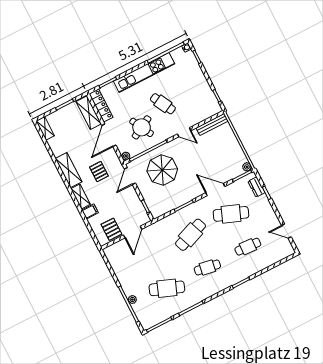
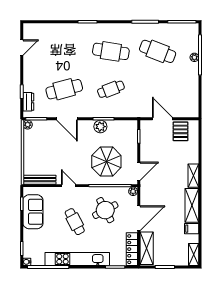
sofa: (203, 94) -> (33, 212), added
pallet: (99, 172) -> (165, 190), removed
plant: (183, 198) -> (100, 127), added
filing cabinet: (90, 211) -> (192, 229), moved
cafe table: (231, 214) -> (64, 89), turned -36
door: (286, 231) -> (22, 47), hinge flipped
door: (133, 232) -> (162, 119), hinge flipped
cafe table: (191, 235) -> (111, 89), width x0.73, depth x0.74
cafe table: (248, 247) -> (64, 51), removed
cafe table: (207, 267) -> (111, 51), width x1.37, depth x1.35

